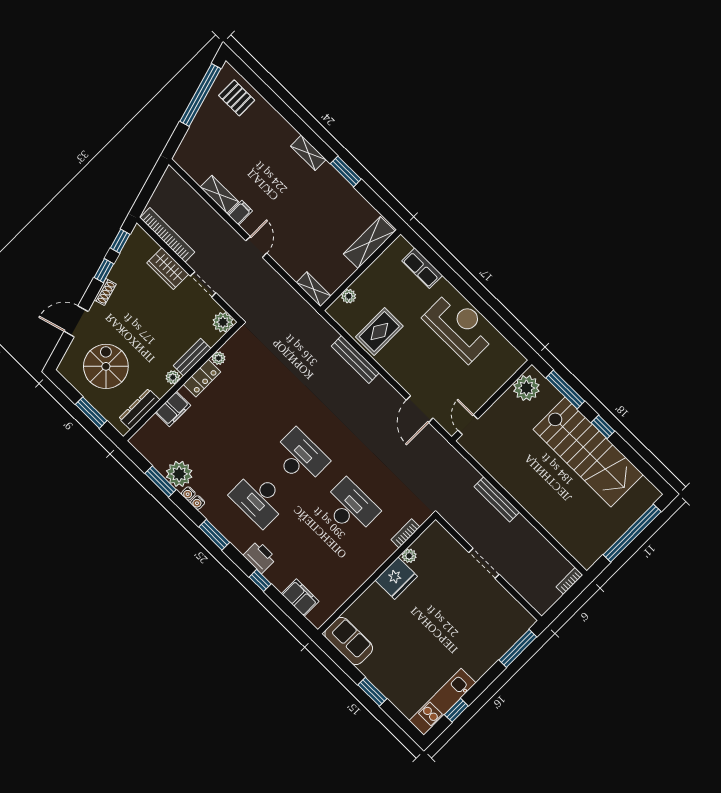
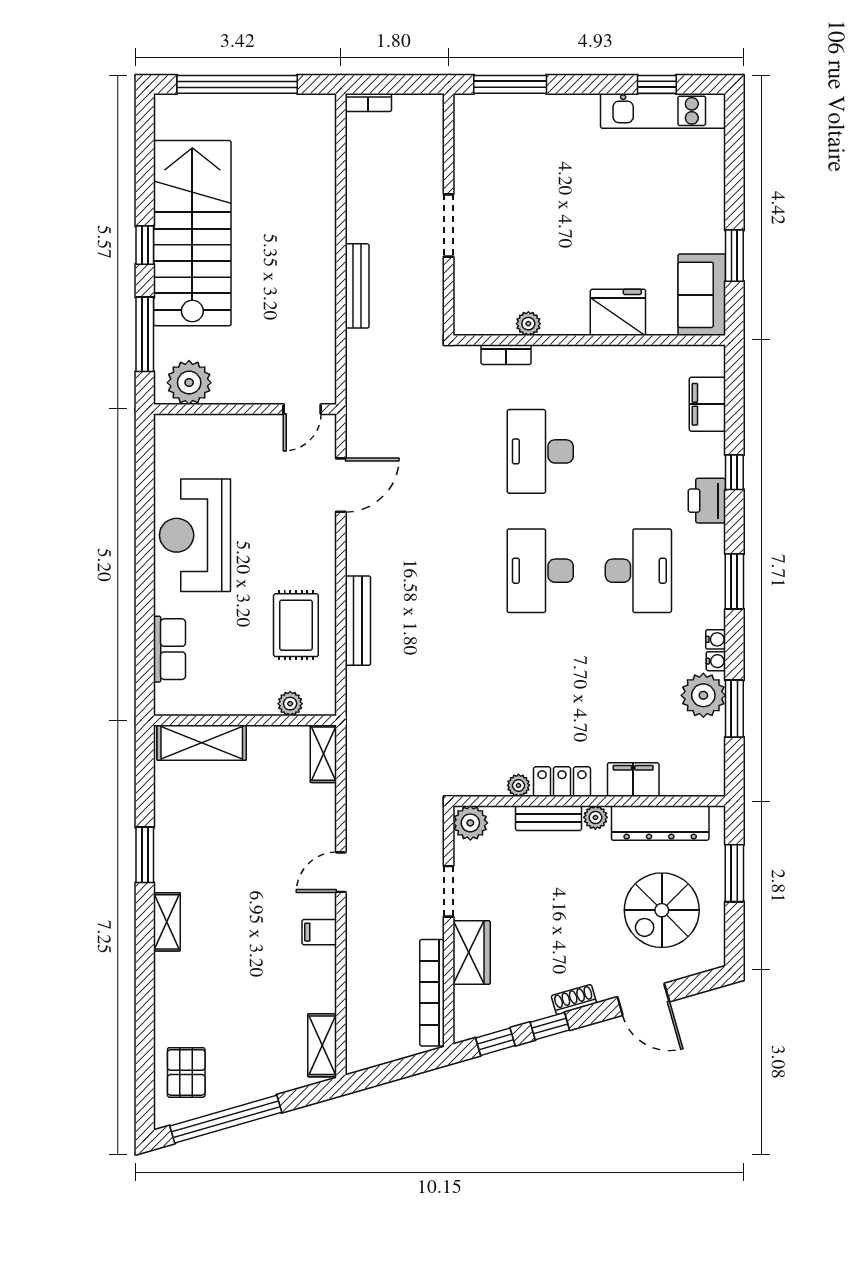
shelving: (219, 194) -> (322, 1045), moved
rug: (379, 331) -> (296, 625), turned 90
dresser: (139, 409) -> (660, 823), width x1.37, depth x1.24
fridge: (396, 578) -> (618, 312), moved
window: (372, 692) -> (734, 256), moved

